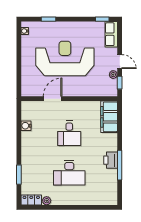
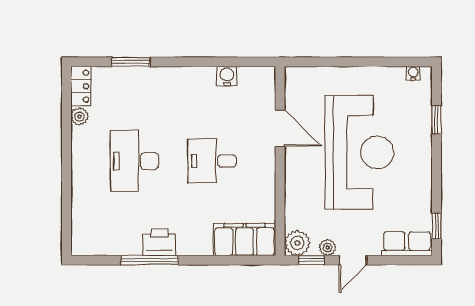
plant: (111, 90) -> (297, 243), added

